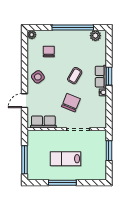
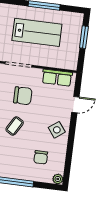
chair: (71, 103) -> (23, 96), turned -112
lab bench: (66, 159) -> (37, 32), width x1.36, depth x1.39
window: (25, 160) -> (84, 37), width x0.69

